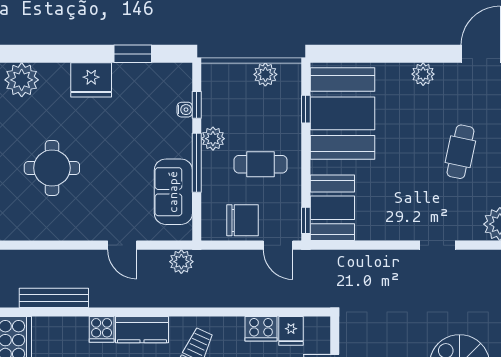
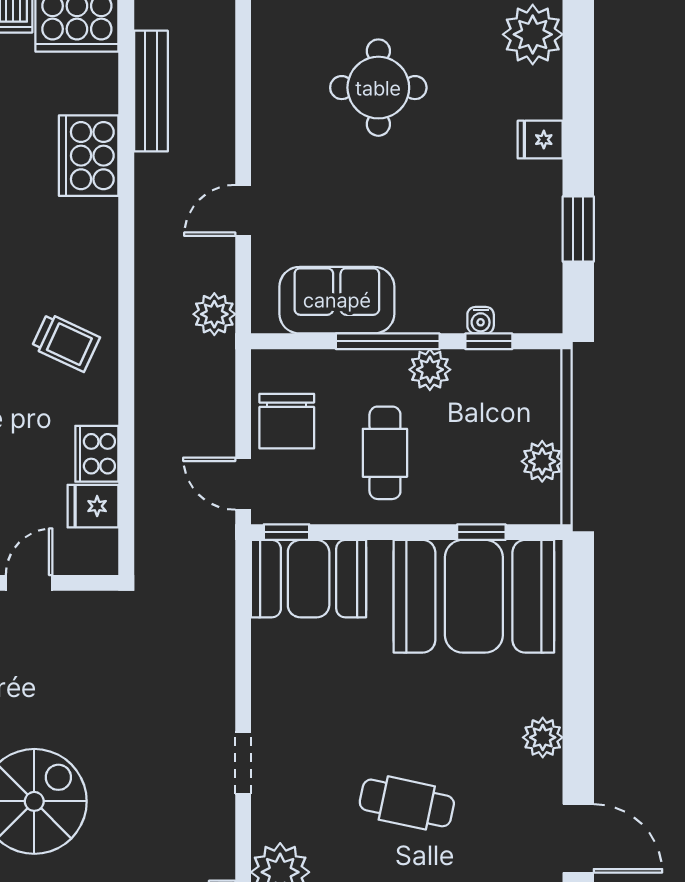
fridge: (91, 80) -> (540, 140), width x0.53, depth x0.75
door: (278, 245) -> (243, 484), hinge flipped
cooker: (102, 329) -> (89, 156), width x1.87, depth x1.31
kitchen counter: (142, 330) -> (95, 245), removed

